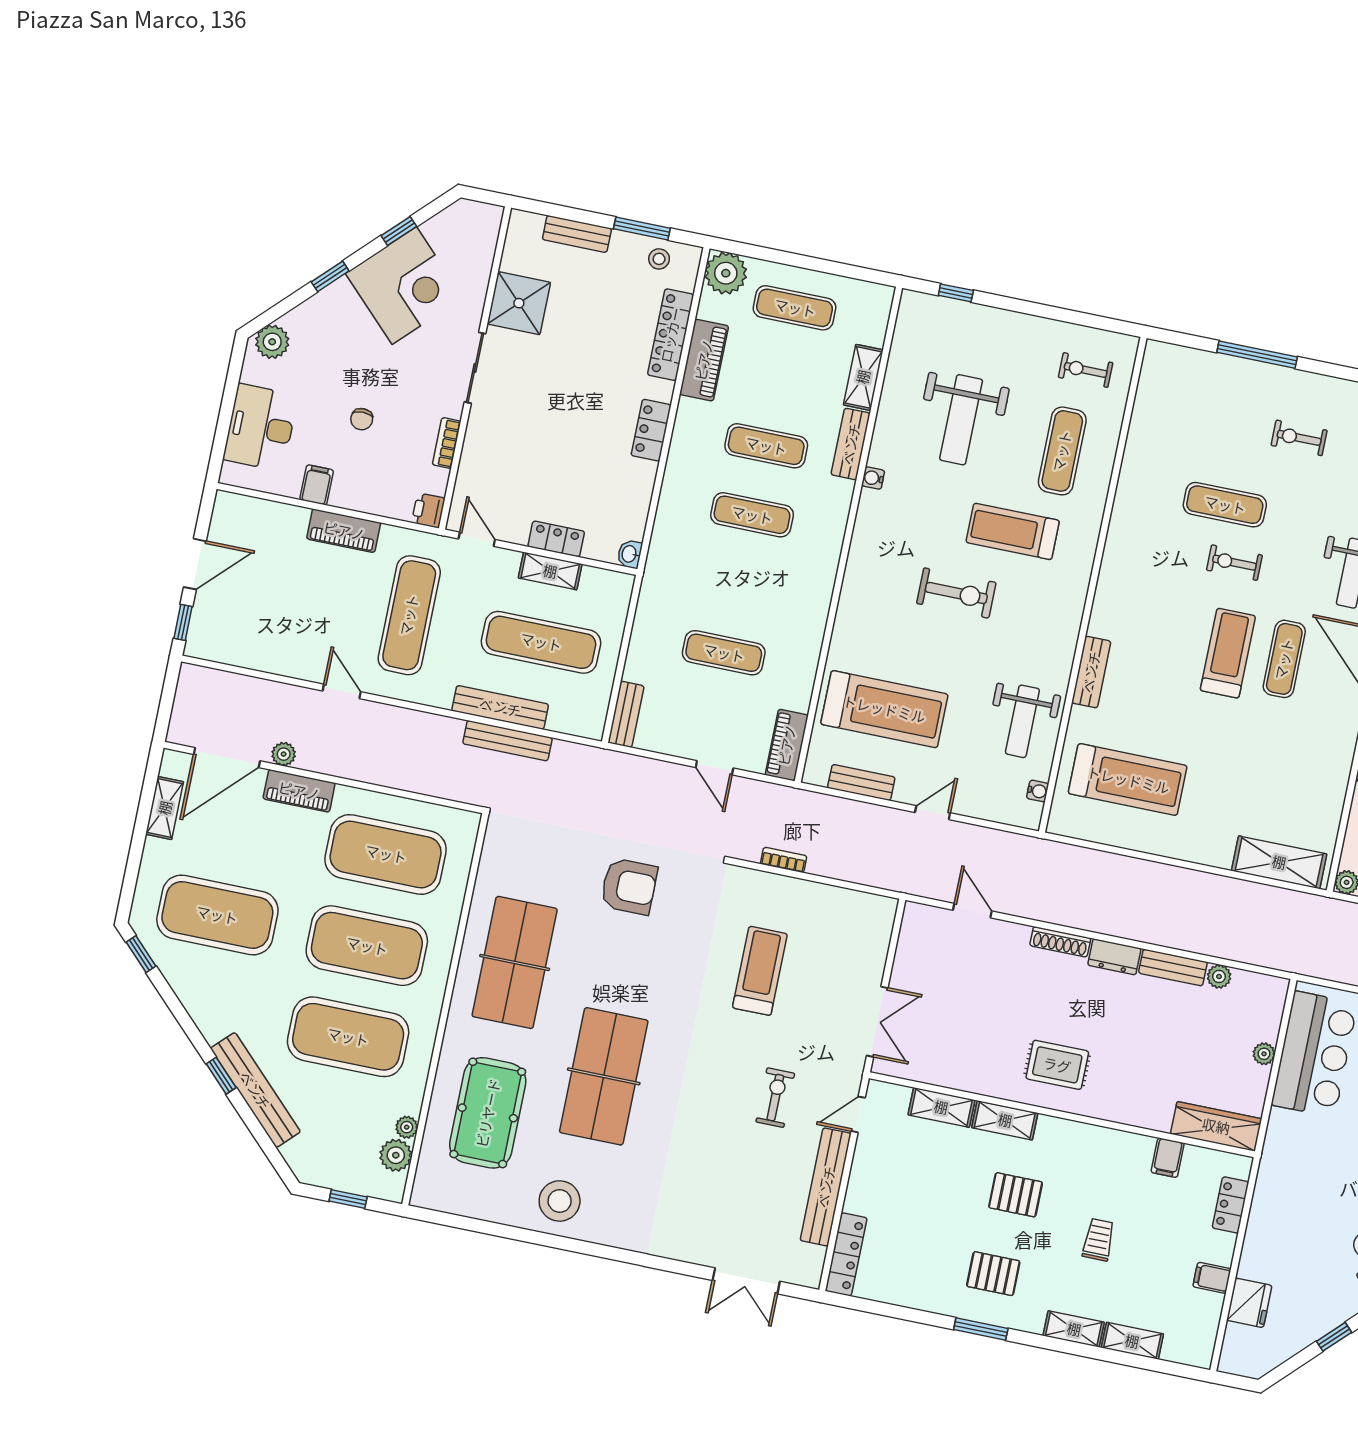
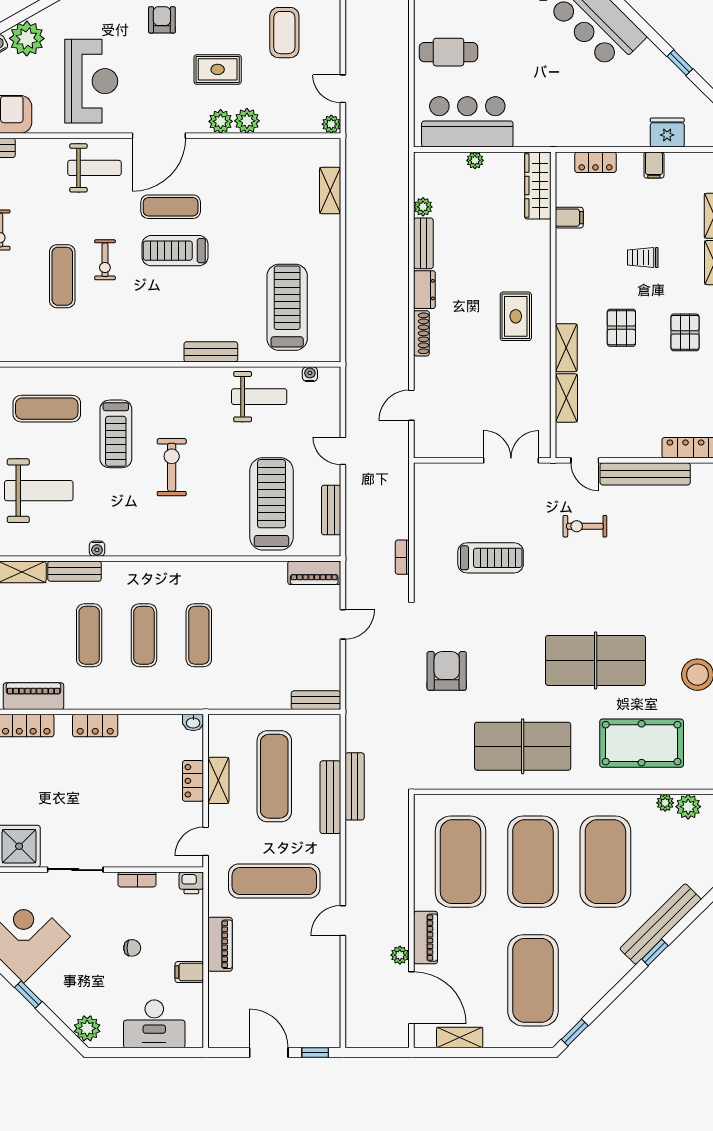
exercise mat: (724, 653) -> (199, 635), moved
shelving: (1279, 862) -> (330, 190), width x0.67, depth x0.75
treadmill: (760, 971) -> (491, 558), turned 180

